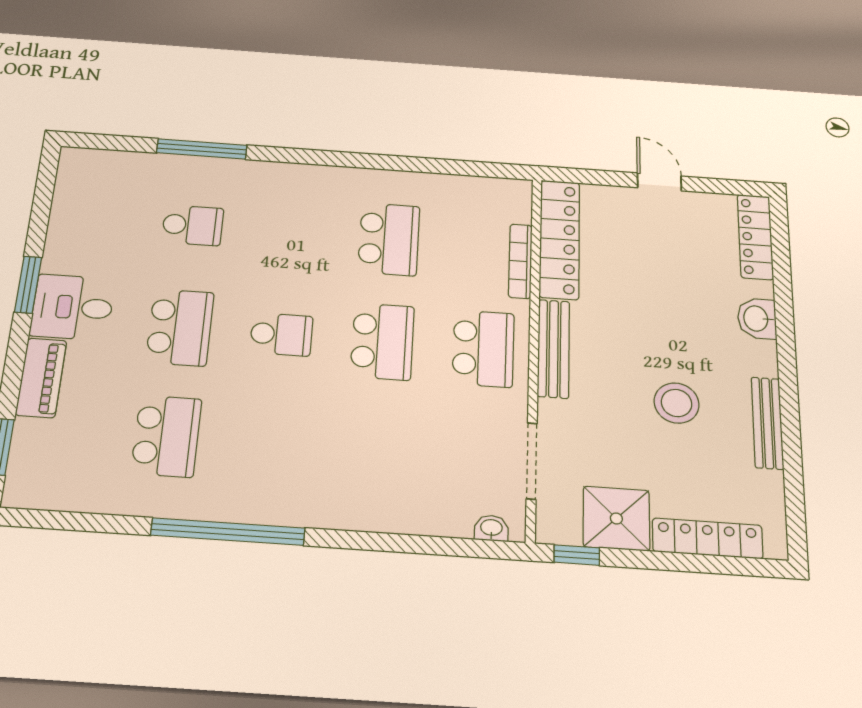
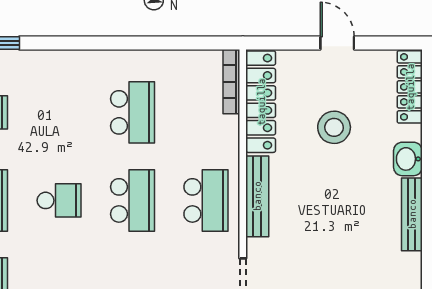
bookcase: (520, 261) -> (231, 82), moved
stool: (677, 403) -> (334, 127), moved
bench: (767, 423) -> (412, 214), moved

